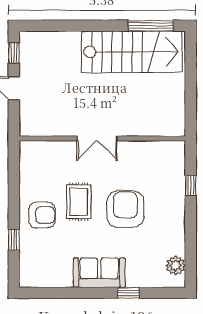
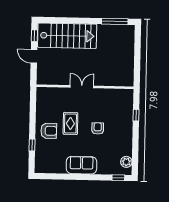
stairs: (132, 52) -> (67, 36), moved
double door: (97, 138) -> (82, 87), swing flipped
armchair: (125, 209) -> (98, 128), width x0.53, depth x0.53
window: (128, 293) -> (118, 178), moved

